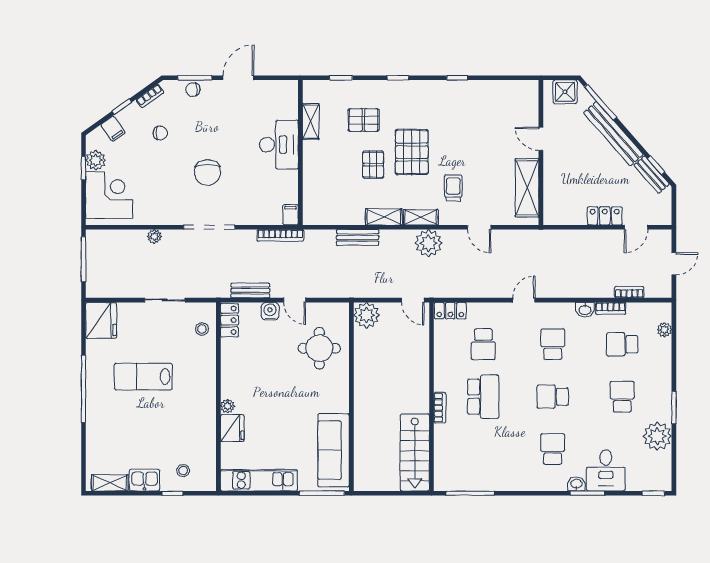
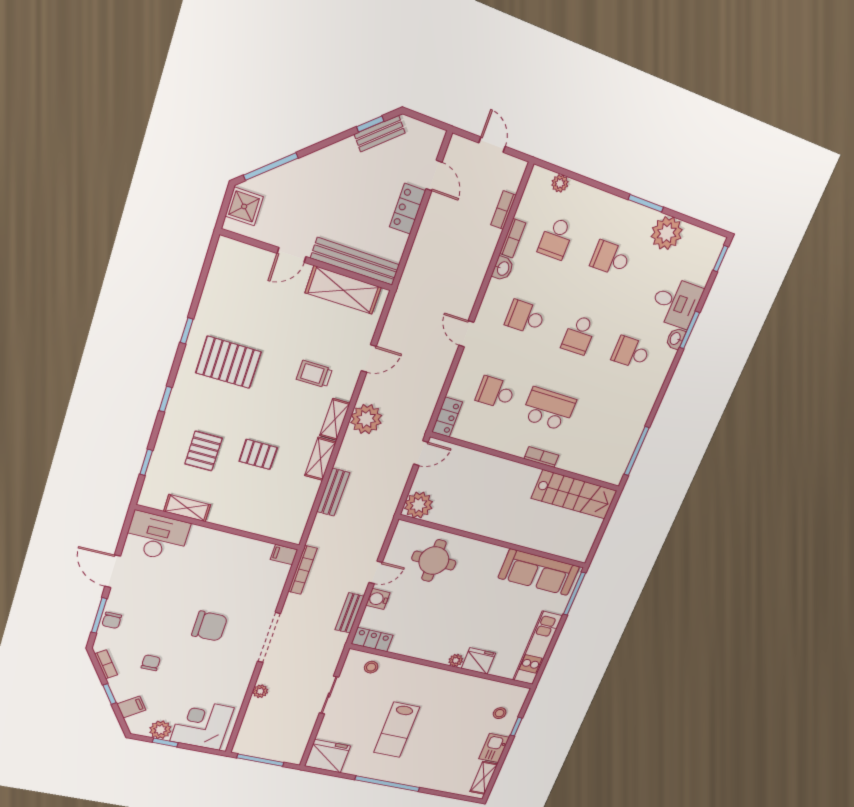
bench: (613, 134) -> (355, 261), moved, turned 41
desk: (279, 145) -> (157, 537), moved
pallet: (412, 152) -> (229, 362), moved
school desk: (483, 344) -> (496, 393), turned 180

